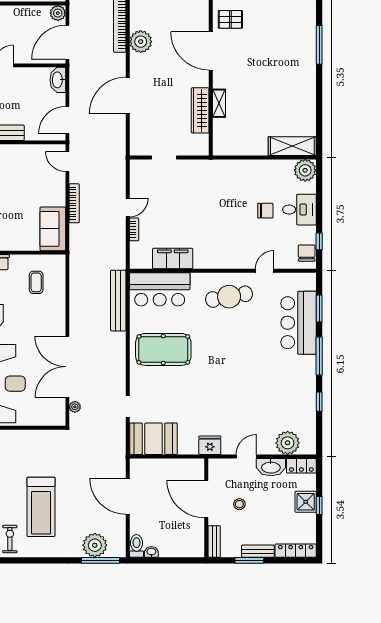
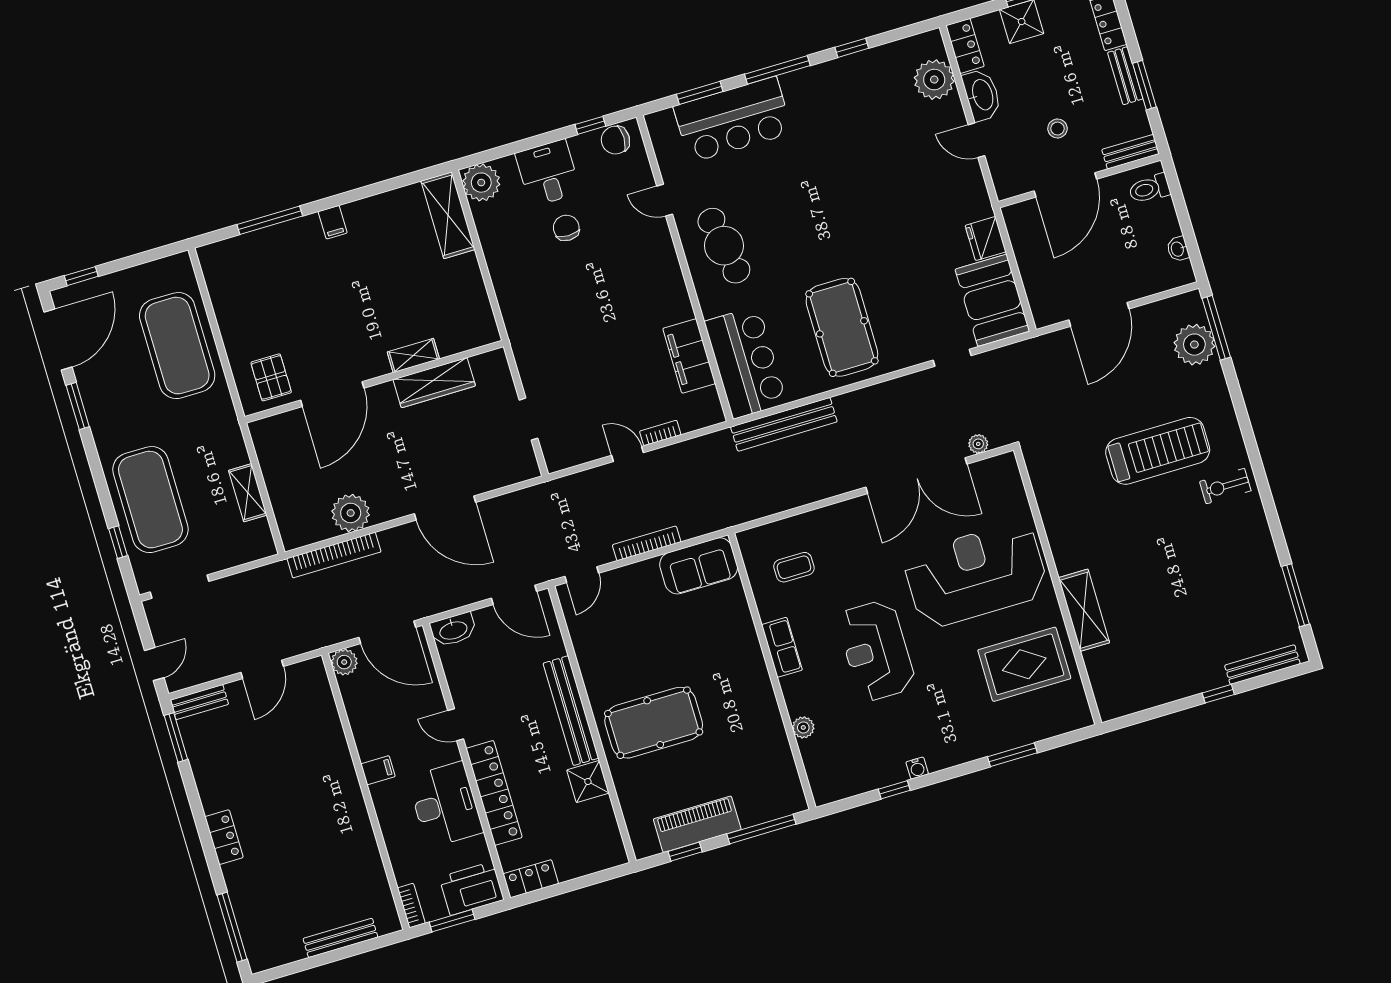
filing cabinet: (308, 80) -> (333, 222), added
fridge: (210, 445) -> (986, 239), moved
toilet: (136, 546) -> (1149, 189), moved

